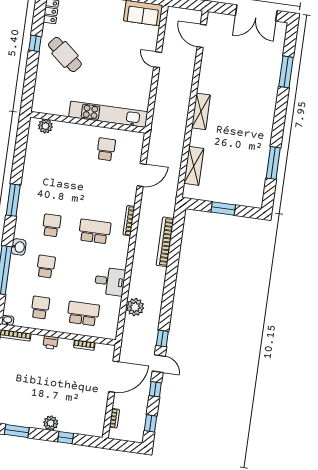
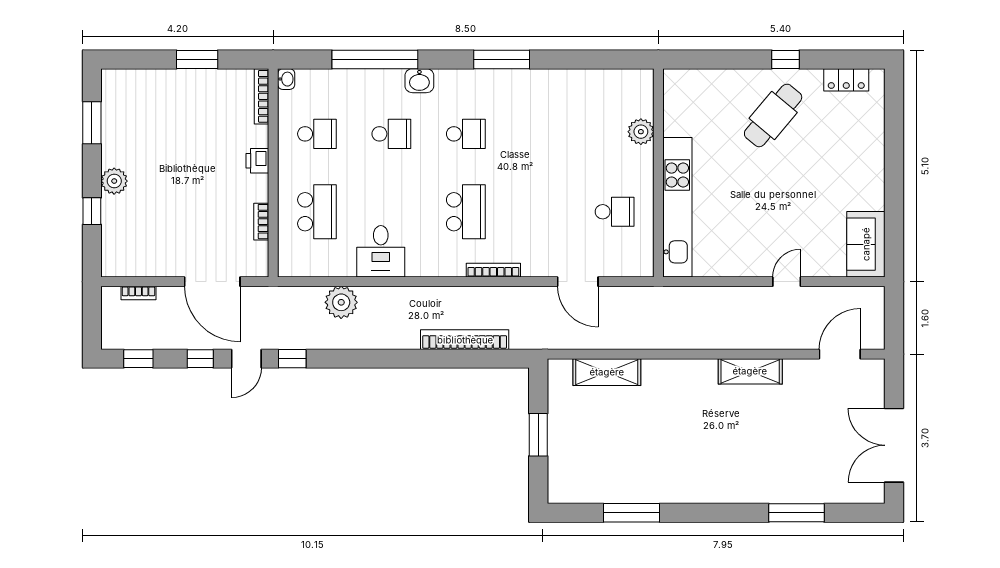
shelving: (201, 111) -> (750, 371), moved
plant: (45, 126) -> (641, 132), moved

